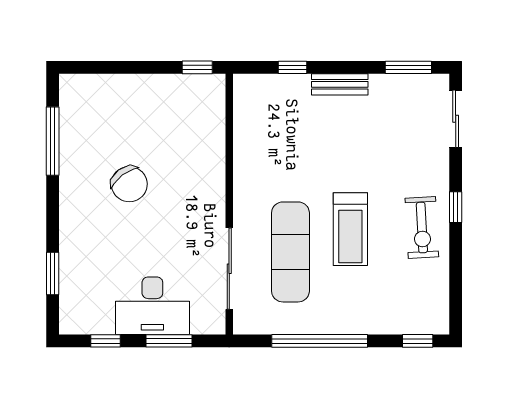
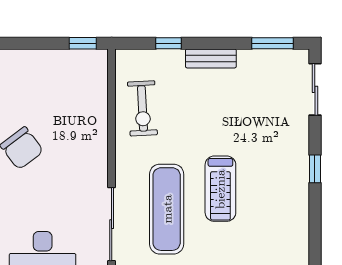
exercise bike: (422, 227) -> (142, 108), moved

